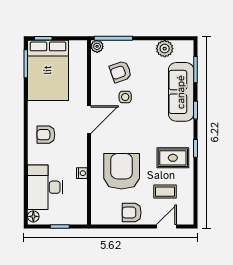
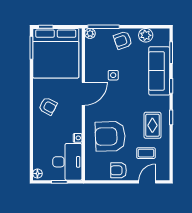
bed: (48, 70) -> (56, 53), width x1.36
armchair: (121, 72) -> (123, 40), moved
armchair: (46, 135) -> (48, 106), turned -152
rug: (173, 158) -> (152, 125), turned 90
armchair: (122, 171) -> (110, 136), turned -92
desk: (45, 187) -> (67, 162), moved, turned 180

